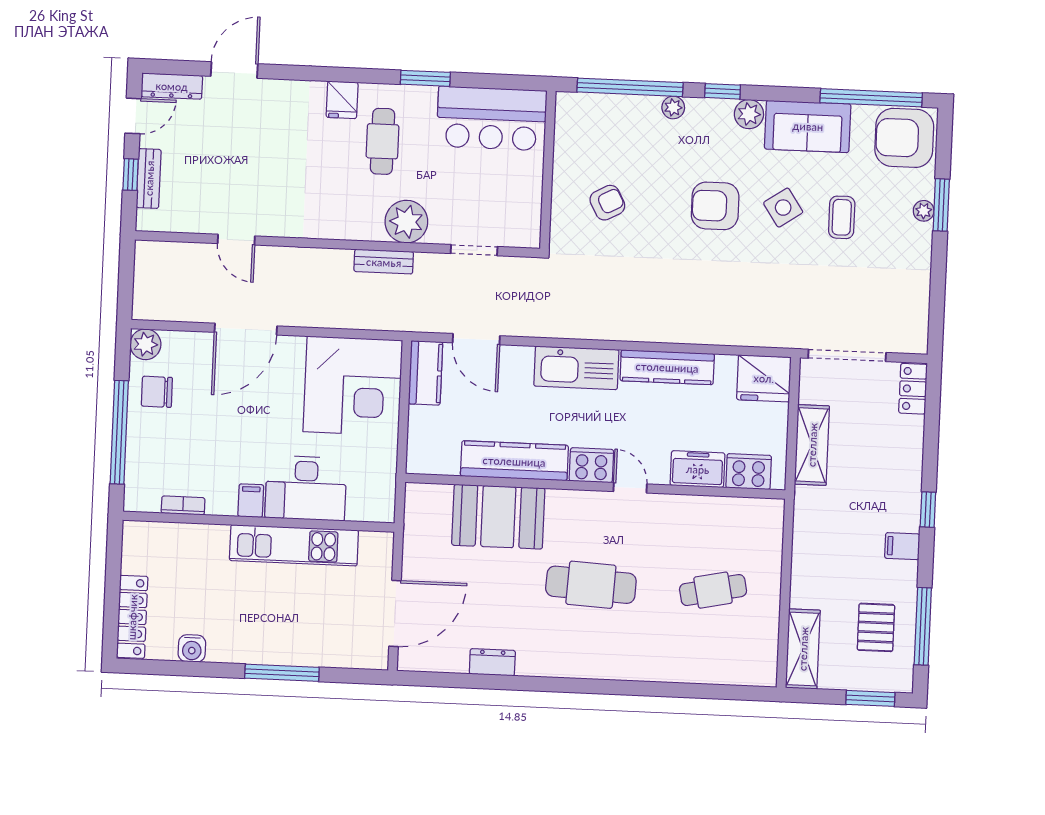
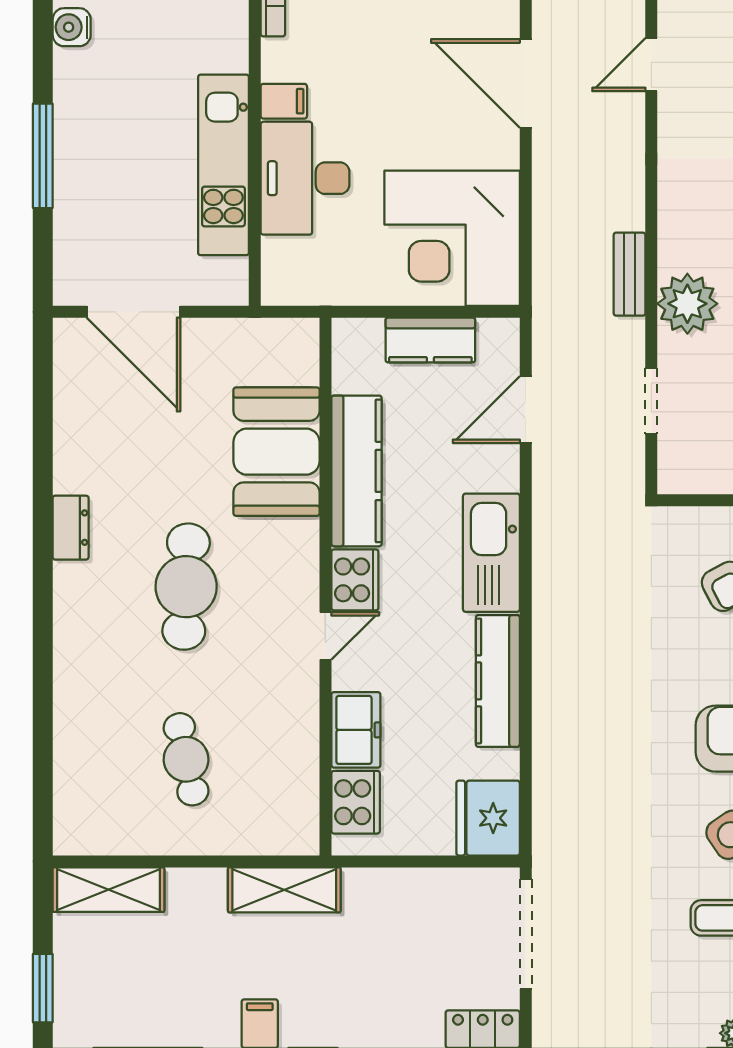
kitchen counter: (426, 373) -> (430, 340), moved
shelving: (812, 445) -> (284, 890), moved
pallet: (876, 627) -> (143, 992), removed
dresser: (492, 662) -> (71, 528), moved

